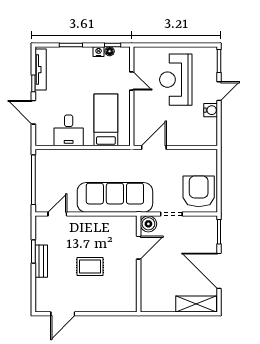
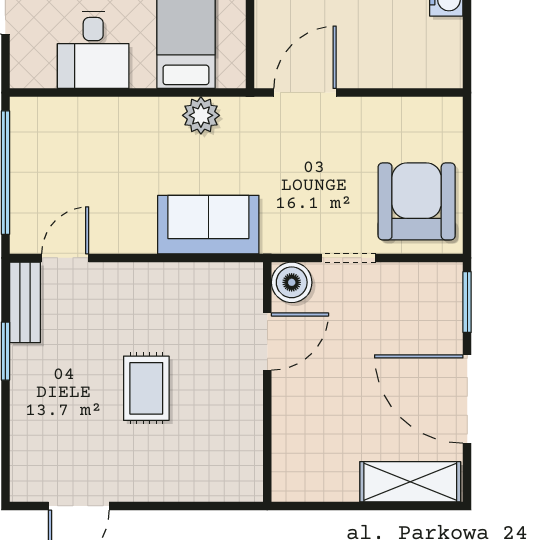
plant: (112, 157) -> (201, 115), added
sofa: (115, 197) -> (208, 225), width x0.54, depth x0.79
bench: (41, 261) -> (25, 302), moved
rug: (90, 266) -> (146, 388), turned 90

